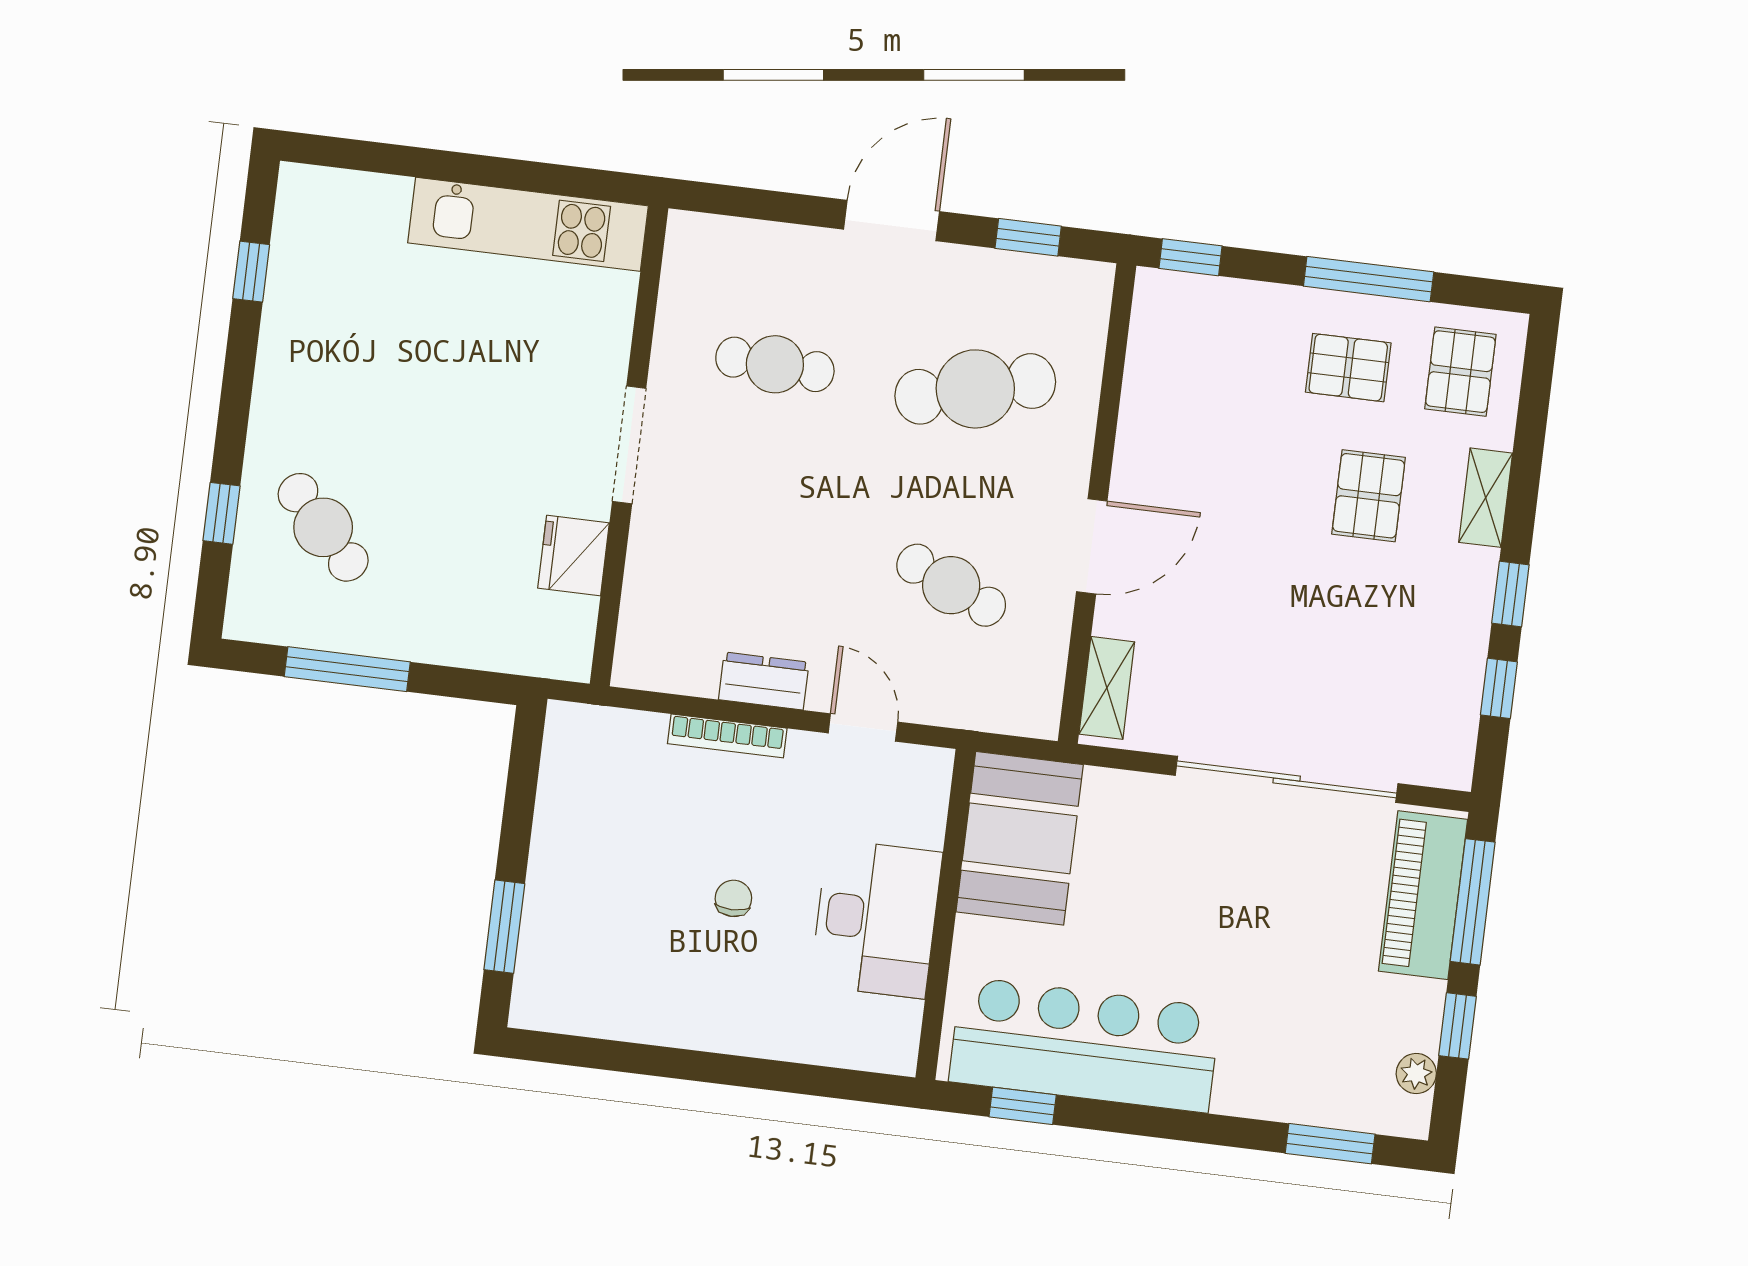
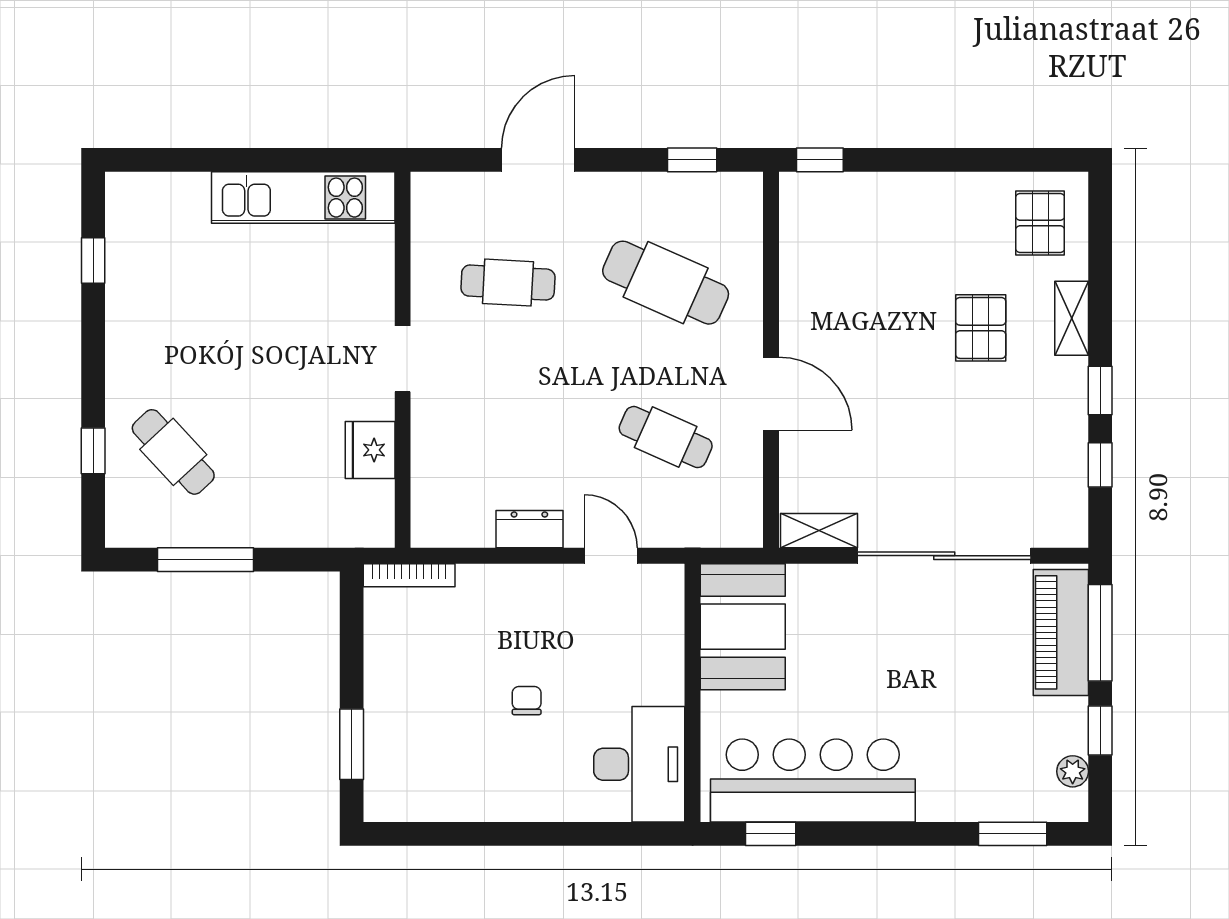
door: (891, 220) -> (538, 160), moved
window: (1369, 279) -> (960, 160), removed
pallet: (1348, 368) -> (953, 231), removed
cafe table: (975, 389) -> (666, 283), turned 39
doorway: (629, 445) -> (403, 359), width x0.73
door: (1092, 546) -> (771, 394), hinge flipped
shelving: (1107, 688) -> (819, 531), moved, turned 90
bookcase: (727, 736) -> (409, 575), moved
desk: (876, 919) -> (639, 764), moved

